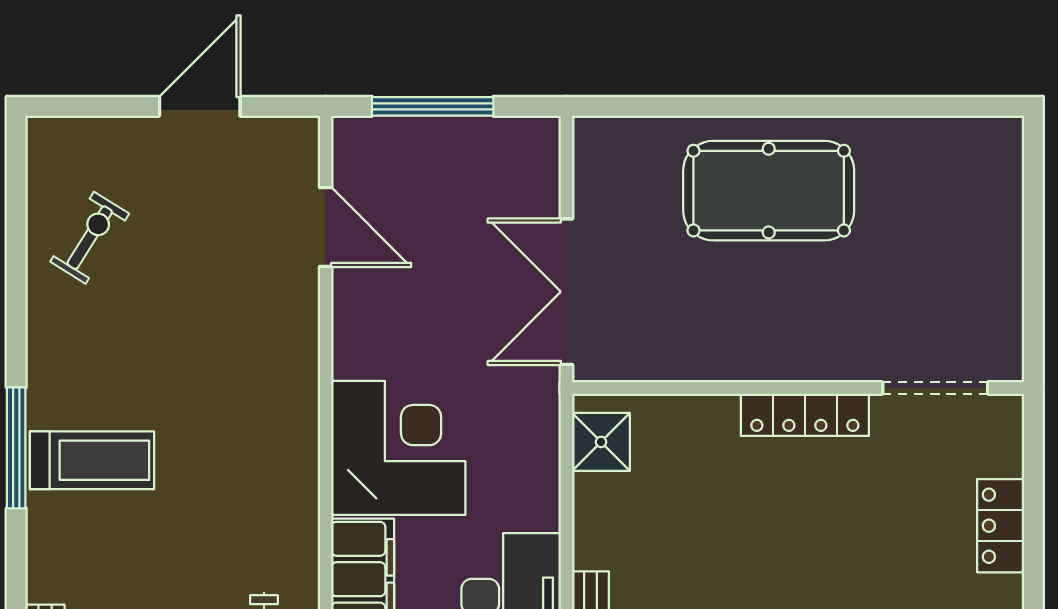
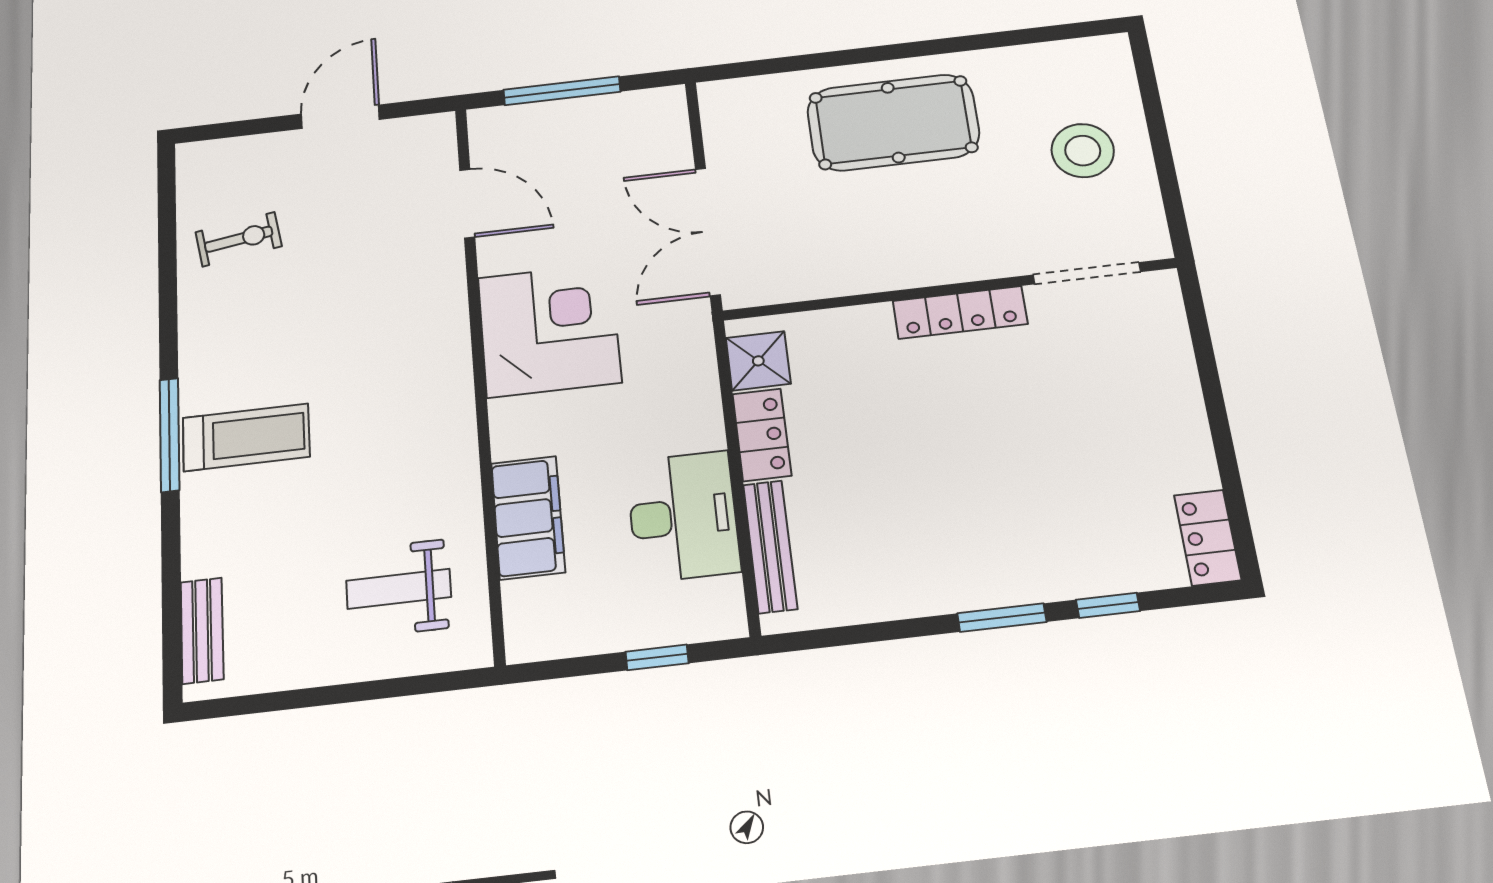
exercise bike: (90, 238) -> (239, 239), turned 49
stool: (955, 249) -> (1083, 151), added
corner desk: (398, 448) -> (549, 330), moved
locker: (1001, 526) -> (762, 435), moved, turned 180

